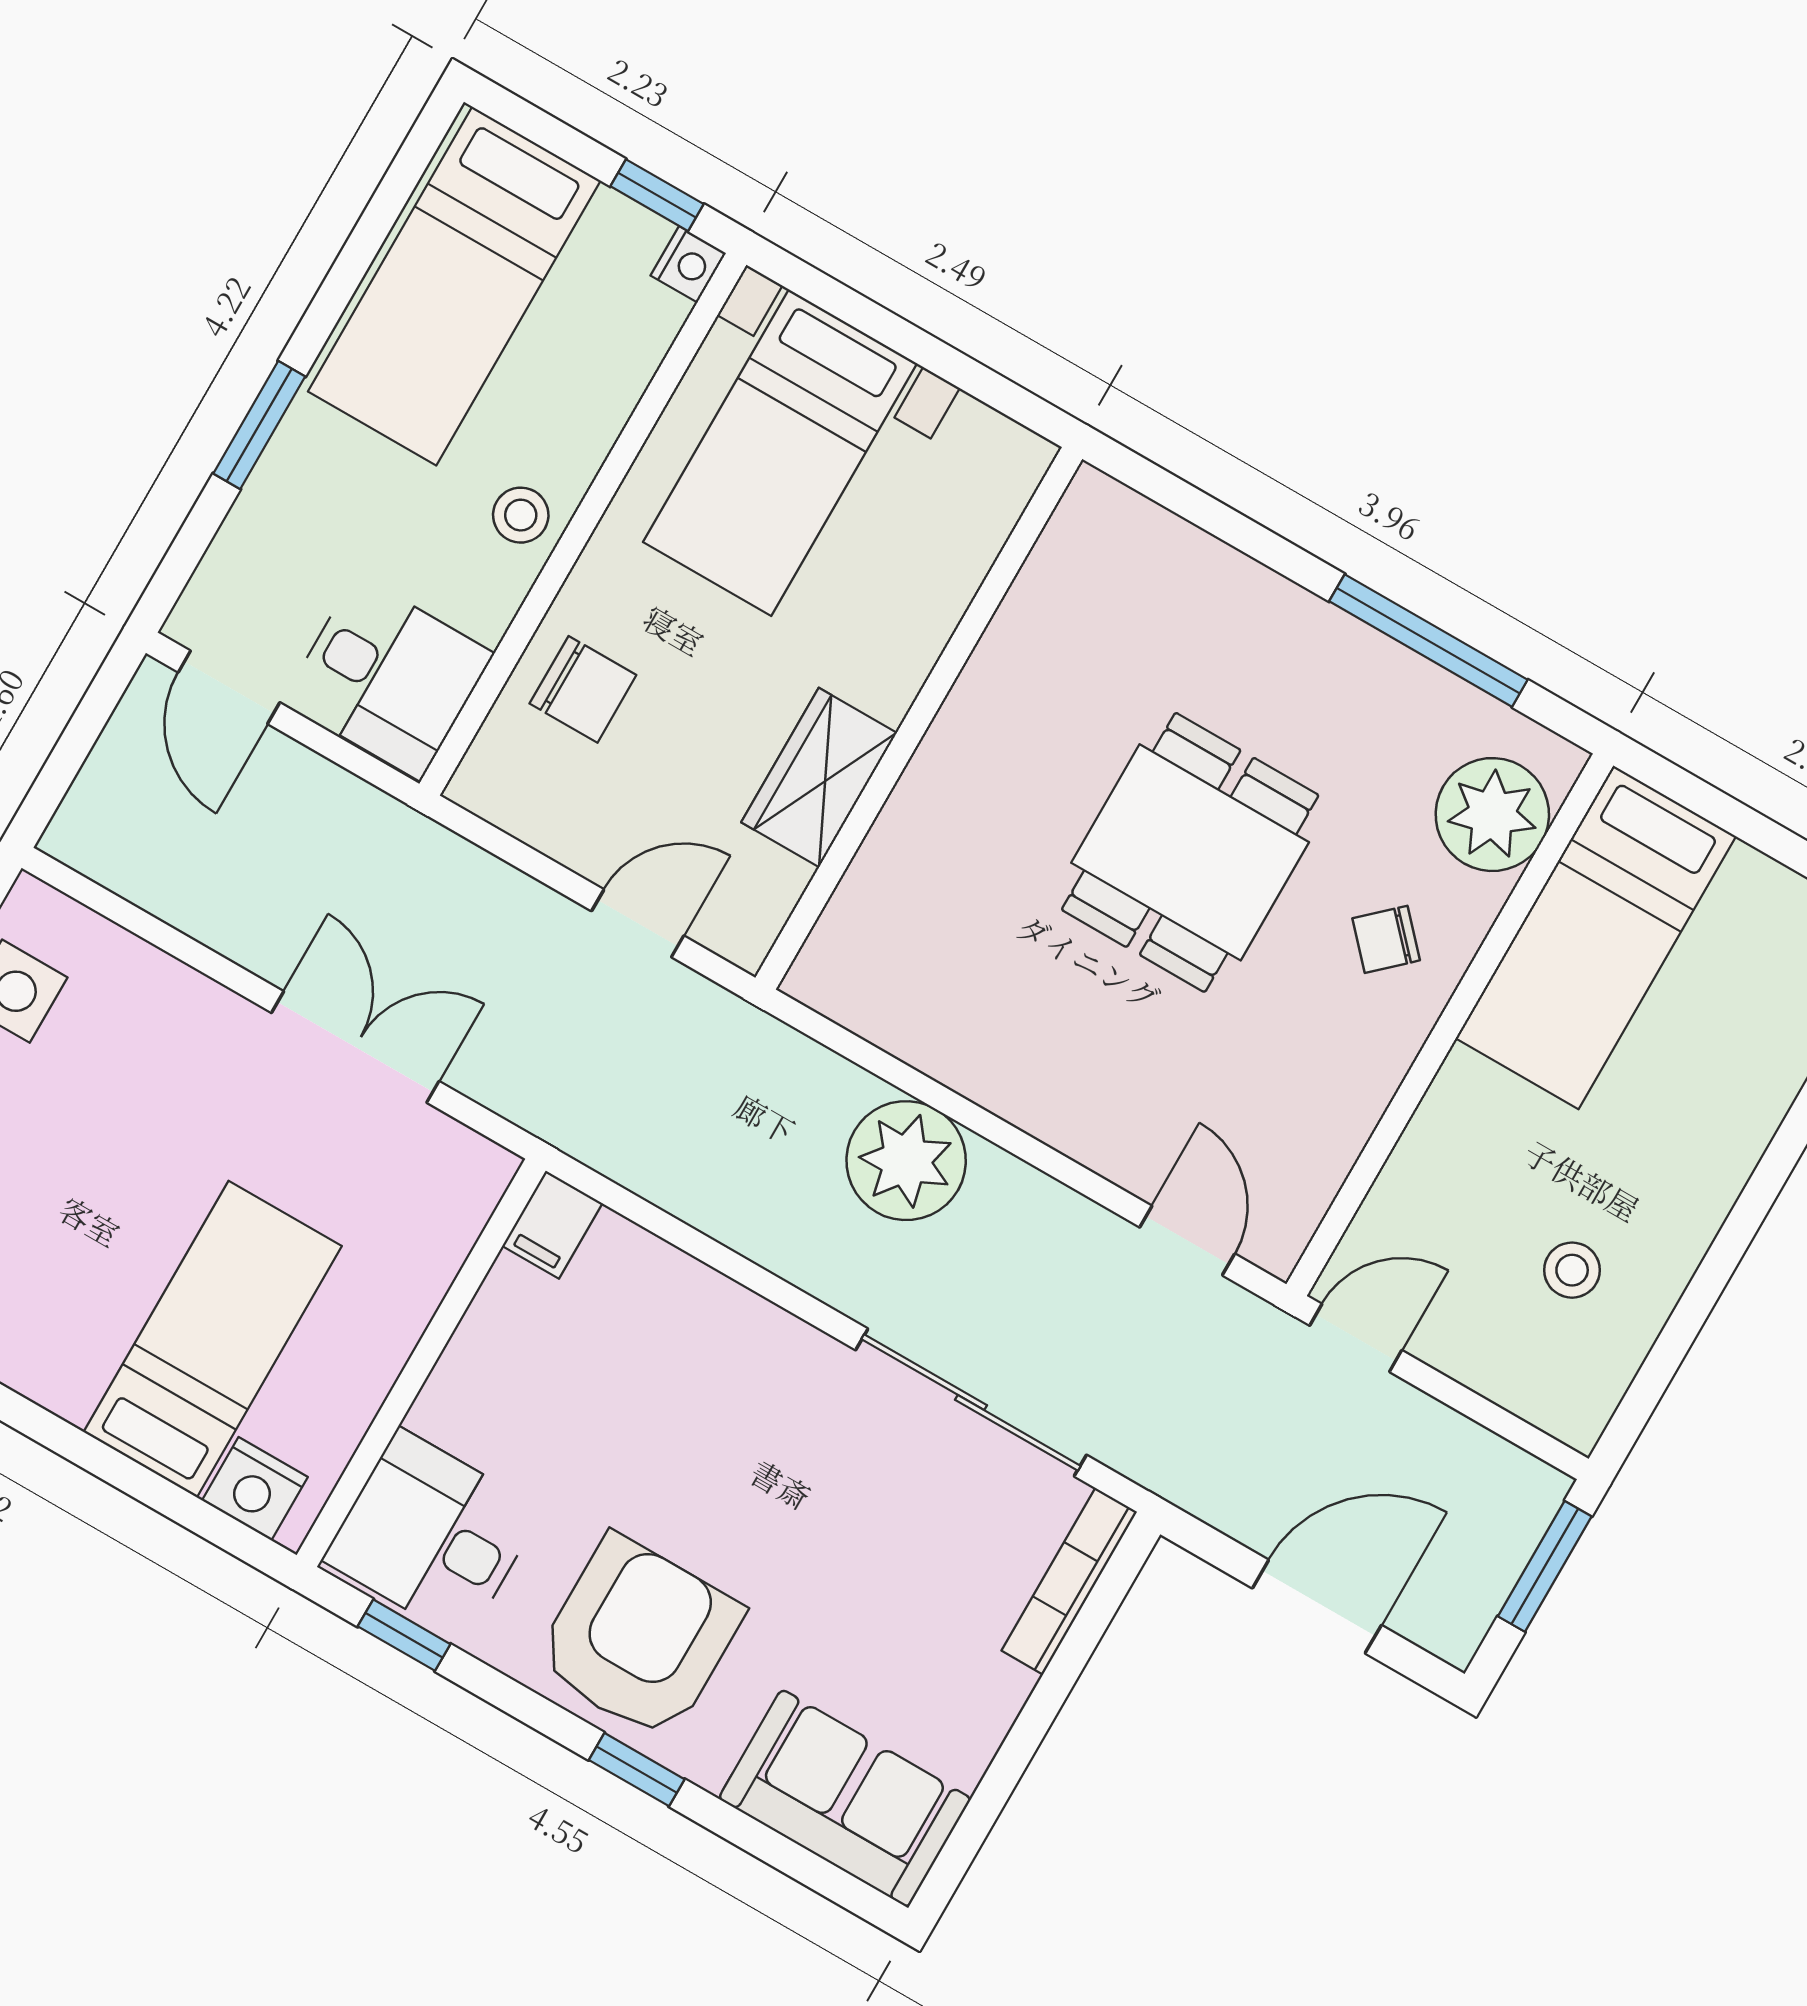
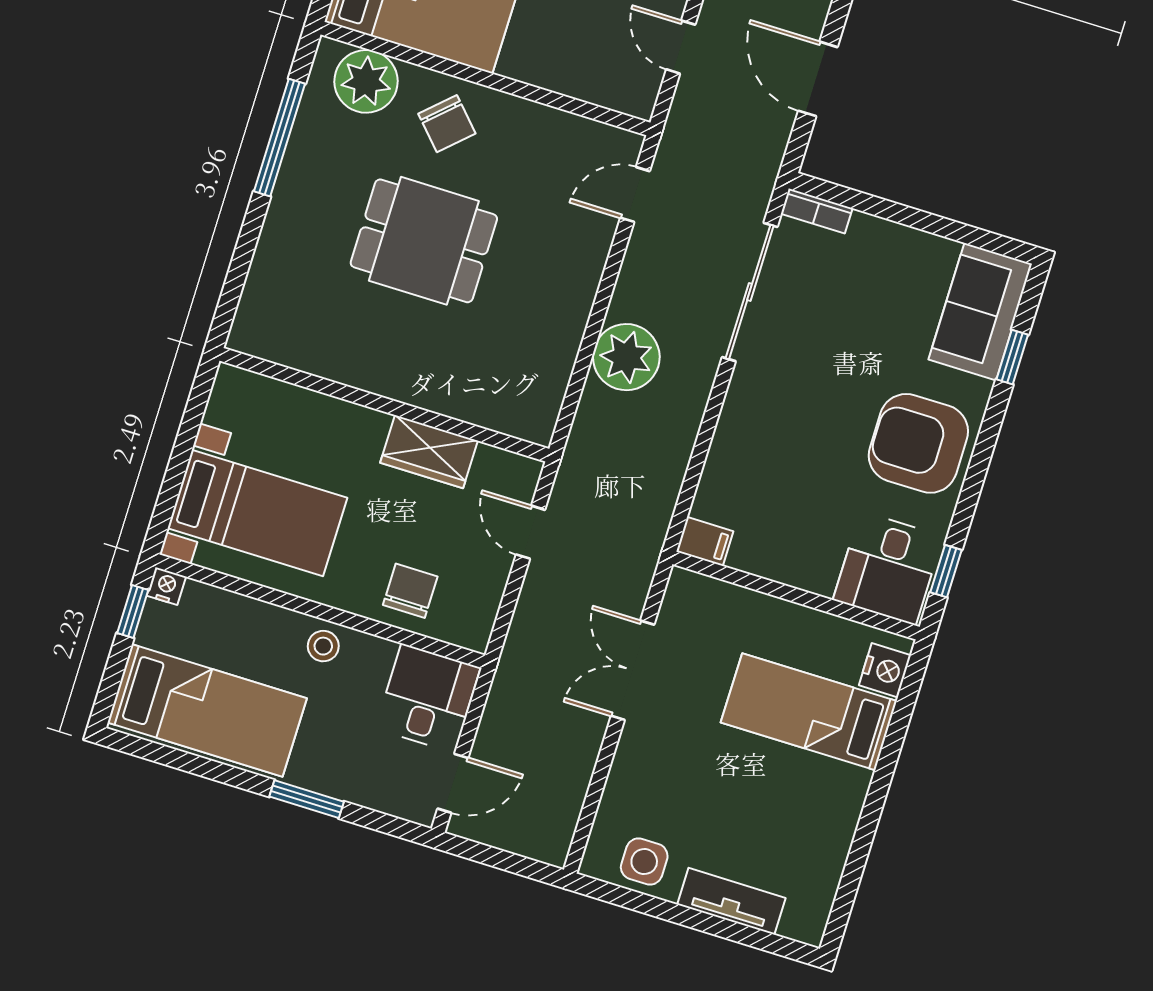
chair: (1386, 939) -> (447, 124), width x1.37, depth x1.37
door: (1356, 1338) -> (681, 47), moved
bookcase: (1069, 1581) -> (817, 211), width x0.64
window: (637, 1770) -> (1012, 357), moved

